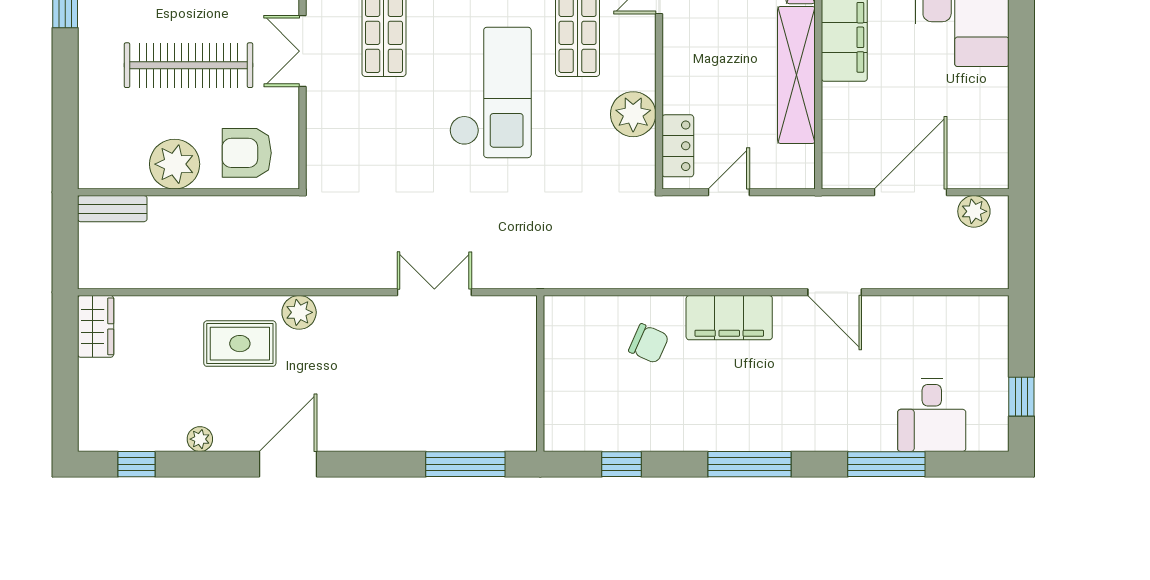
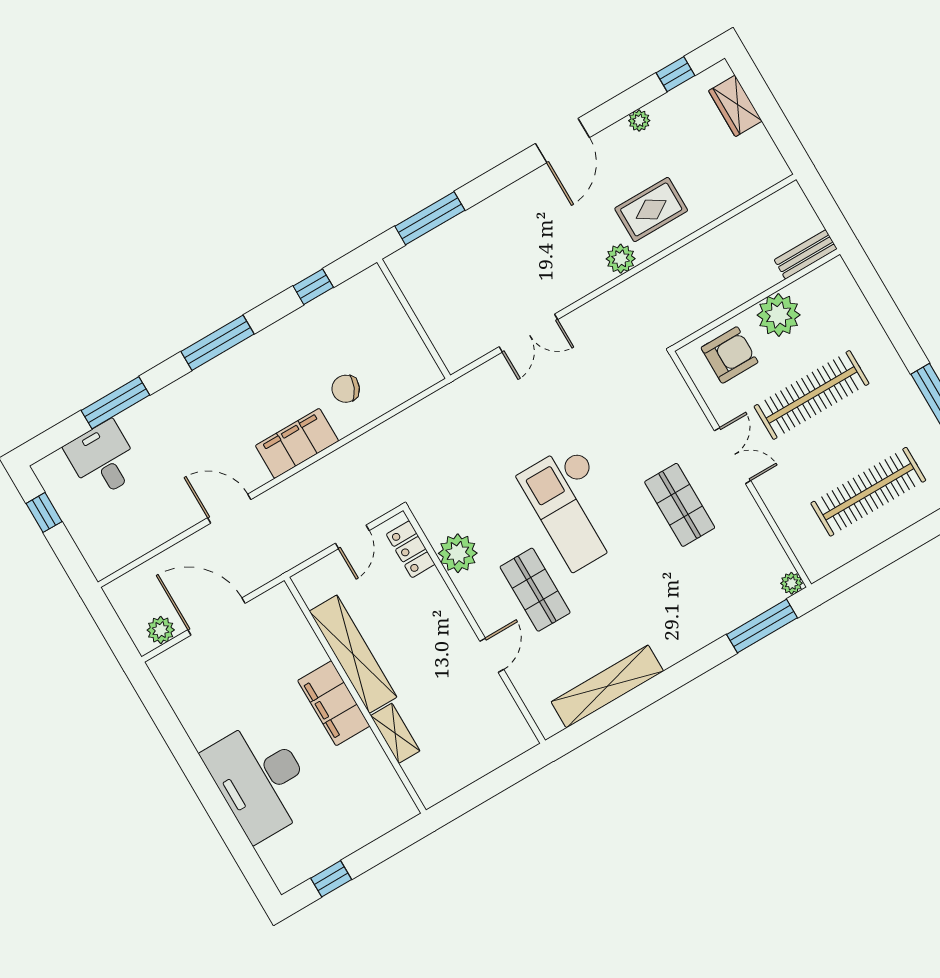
door: (910, 192) -> (217, 616), swing flipped
wardrobe: (96, 326) -> (735, 106), moved

